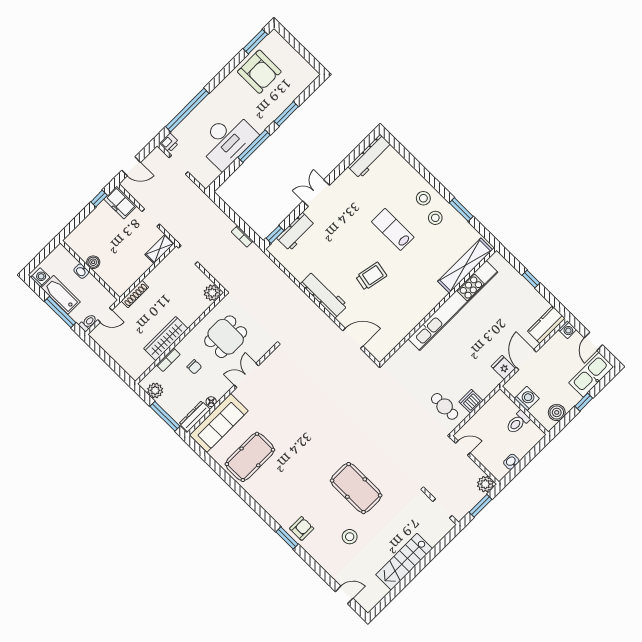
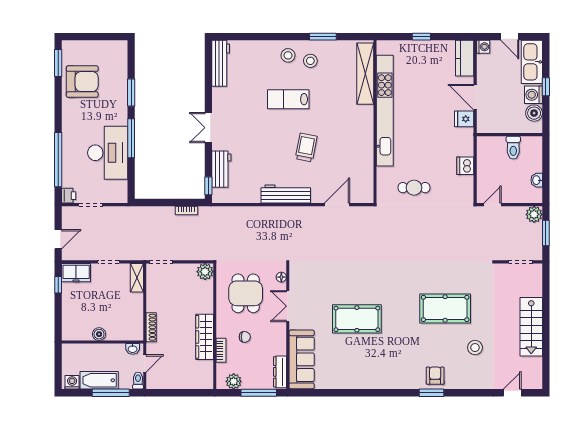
washbasin: (81, 271) -> (133, 349), moved
washing machine: (527, 398) -> (533, 95), moved, turned -90
floor lamp: (211, 402) -> (281, 277), moved
cafe table: (445, 406) -> (414, 188), moved
pool table: (250, 457) -> (357, 319), moved, turned 90

